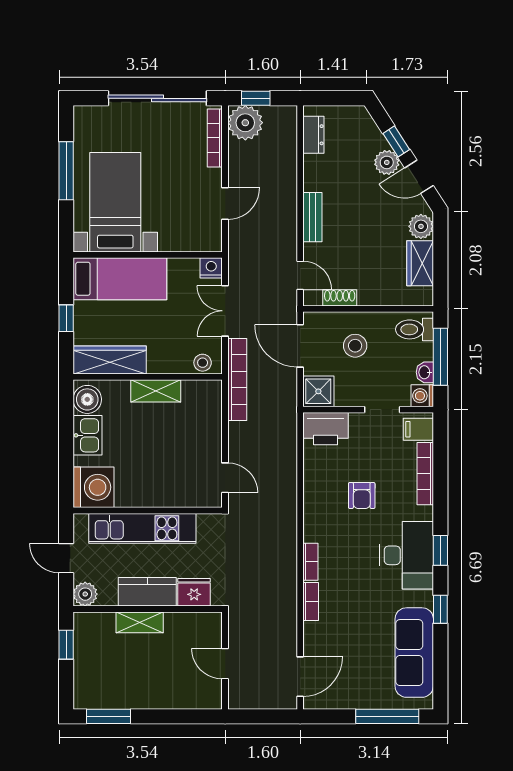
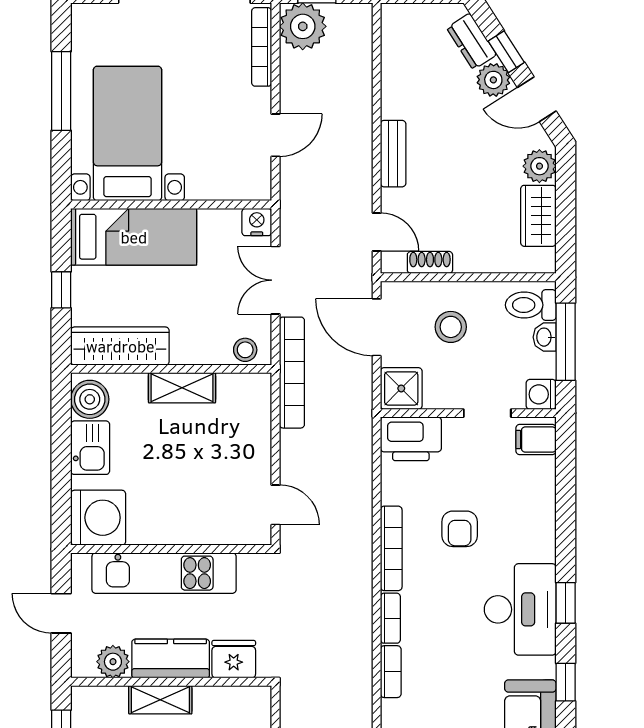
dresser: (313, 135) -> (472, 41), moved, turned 147
washbasin: (425, 372) -> (545, 337), moved
bookcase: (425, 474) -> (391, 548), moved, turned 180
plant: (85, 594) -> (113, 662), moved

